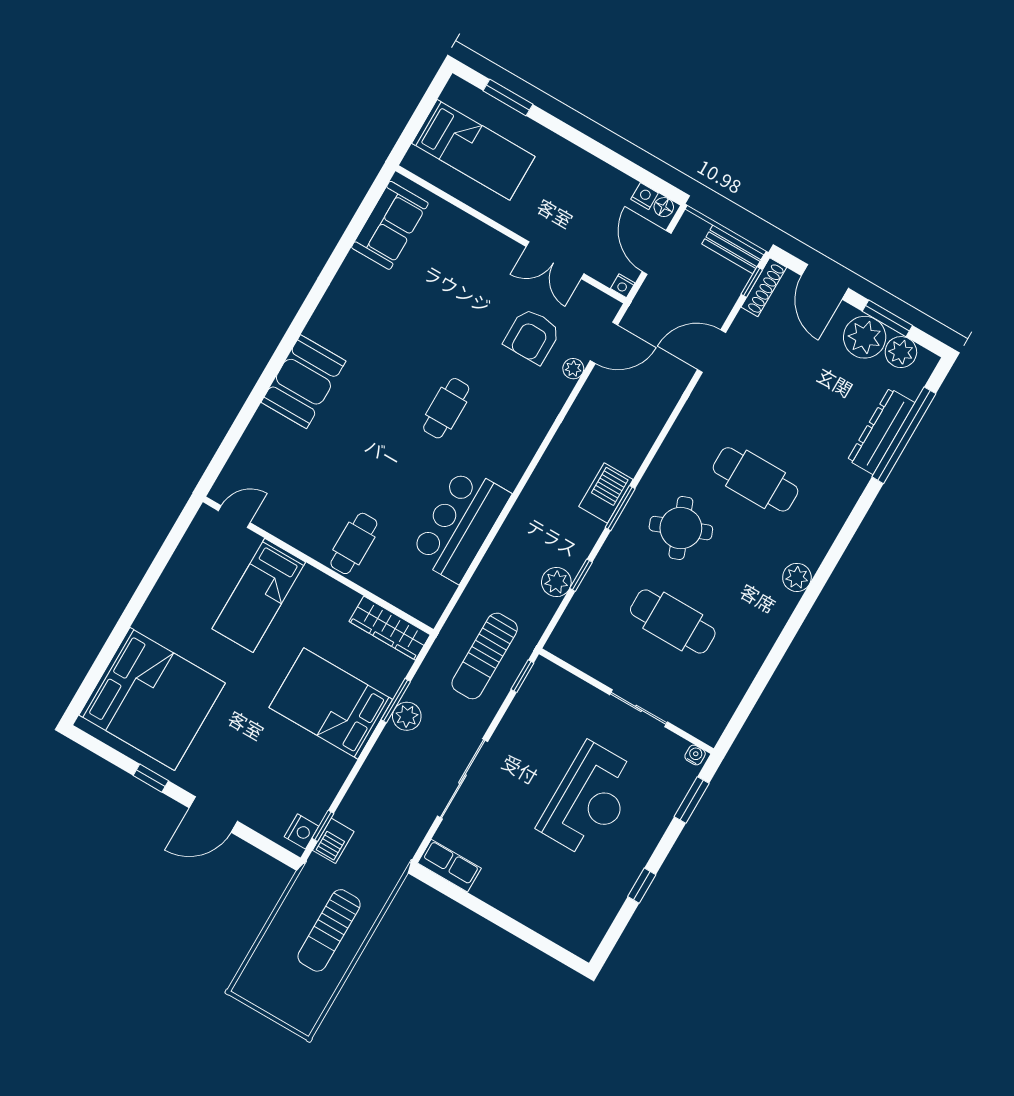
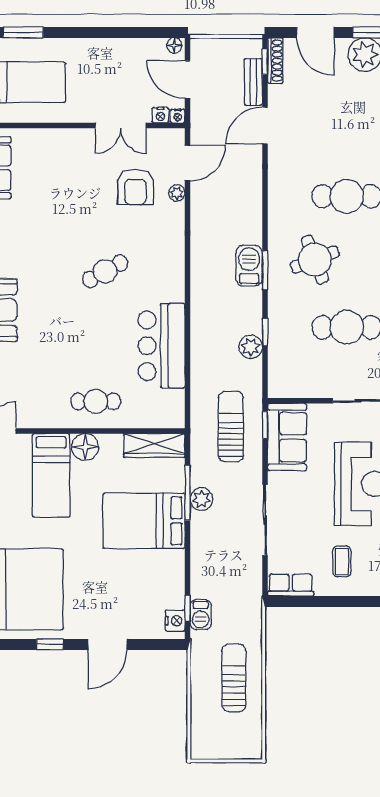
nightstand: (645, 196) -> (160, 115), moved, turned 180
bench: (733, 249) -> (253, 82), moved, turned 90
cafe table: (446, 408) -> (105, 271), turned 61
cafe table: (354, 543) -> (96, 401), turned 90
floor lamp: (314, 586) -> (85, 447), added
sun lounger: (485, 656) -> (231, 426), turned 180
window: (396, 701) -> (188, 493), width x1.44
sofa: (539, 703) -> (287, 437), added
coffee table: (520, 872) -> (342, 561), added
sun lounger: (329, 930) -> (234, 678), turned 180

